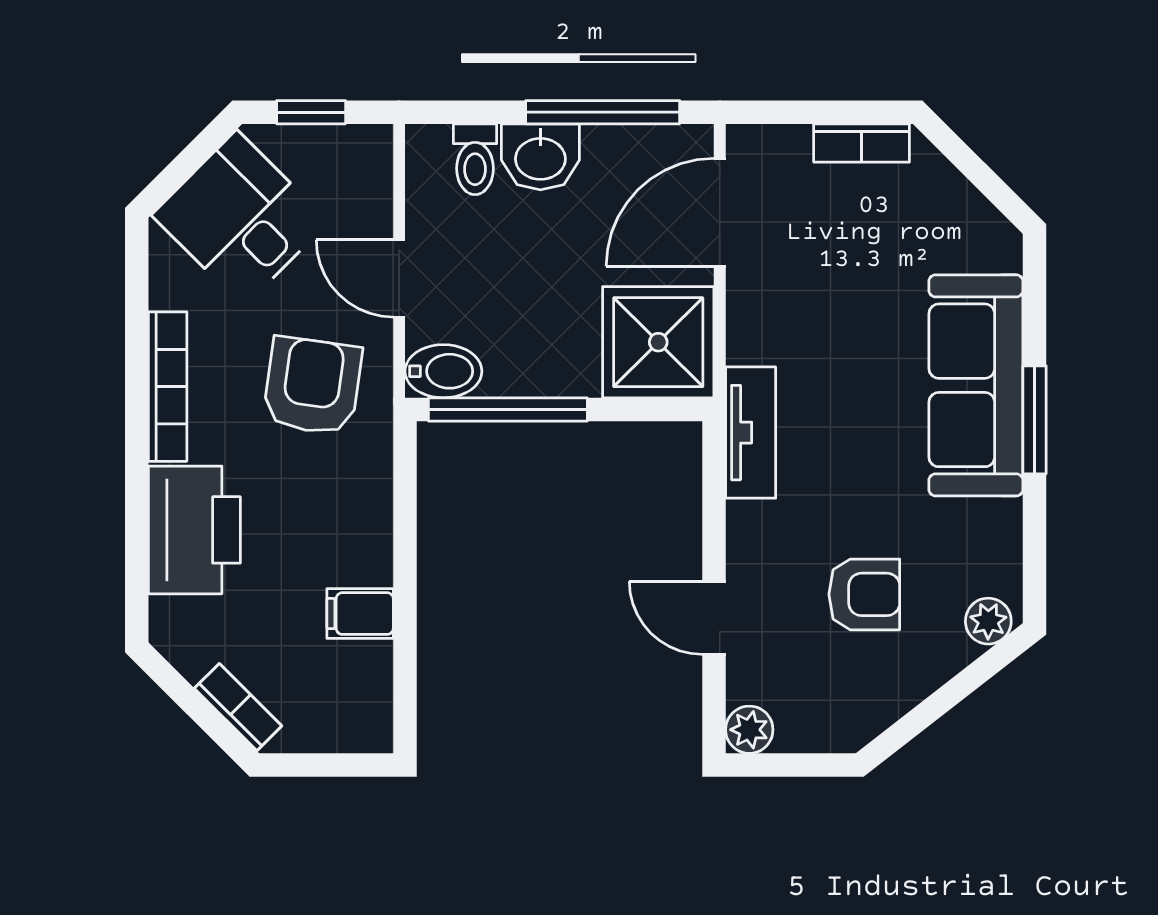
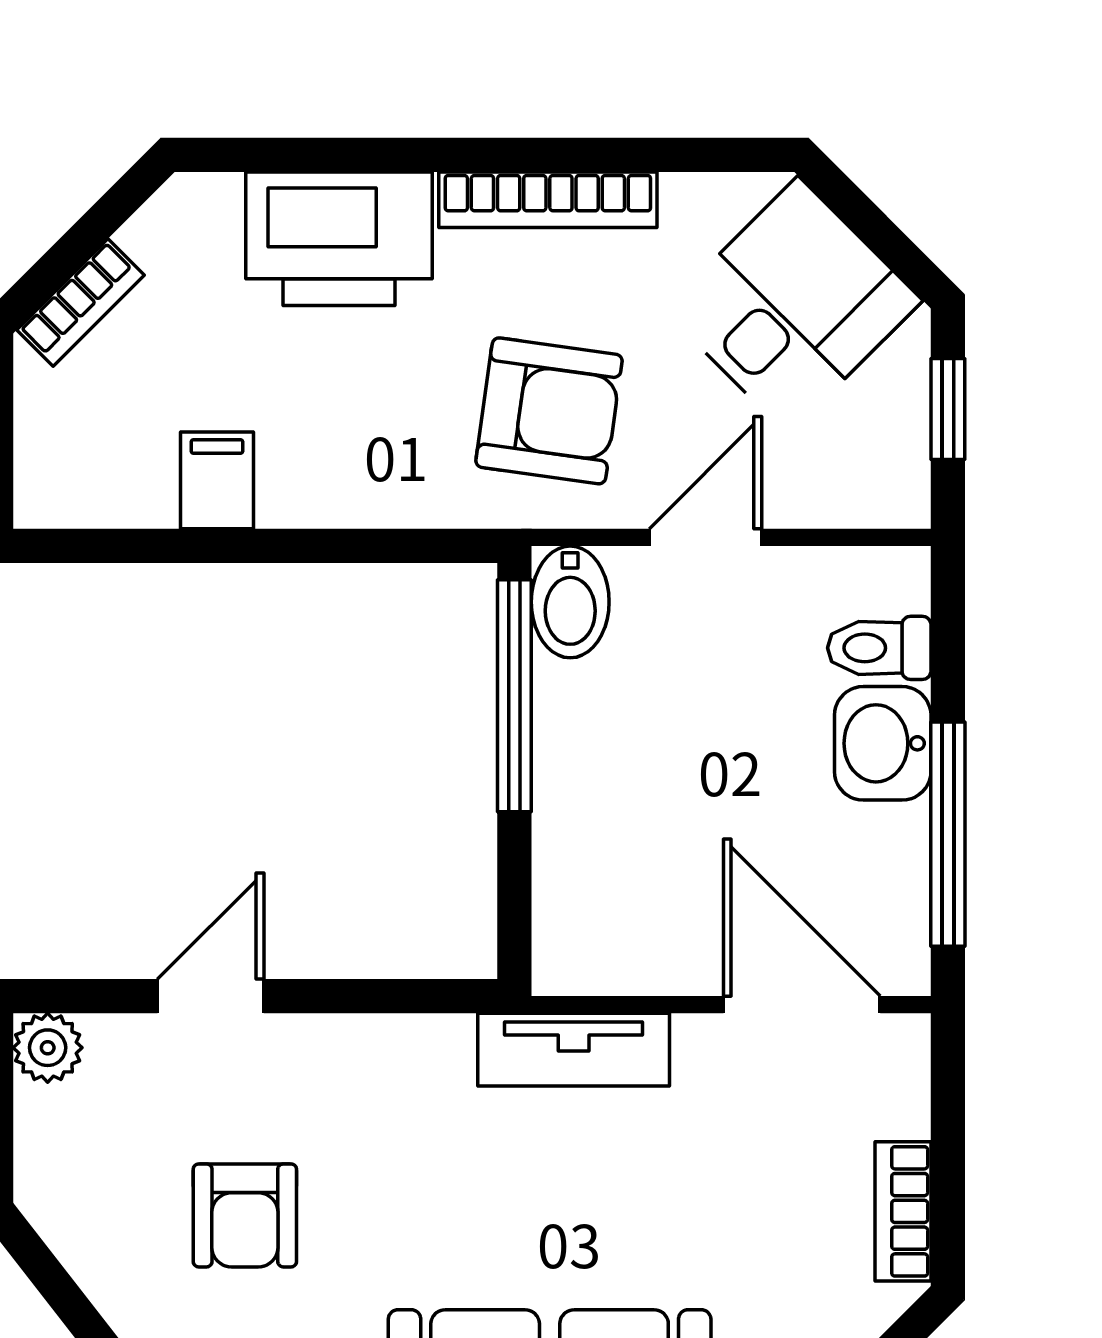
shower: (658, 342) -> (613, 915), removed
tv unit: (751, 433) -> (574, 1050), moved

